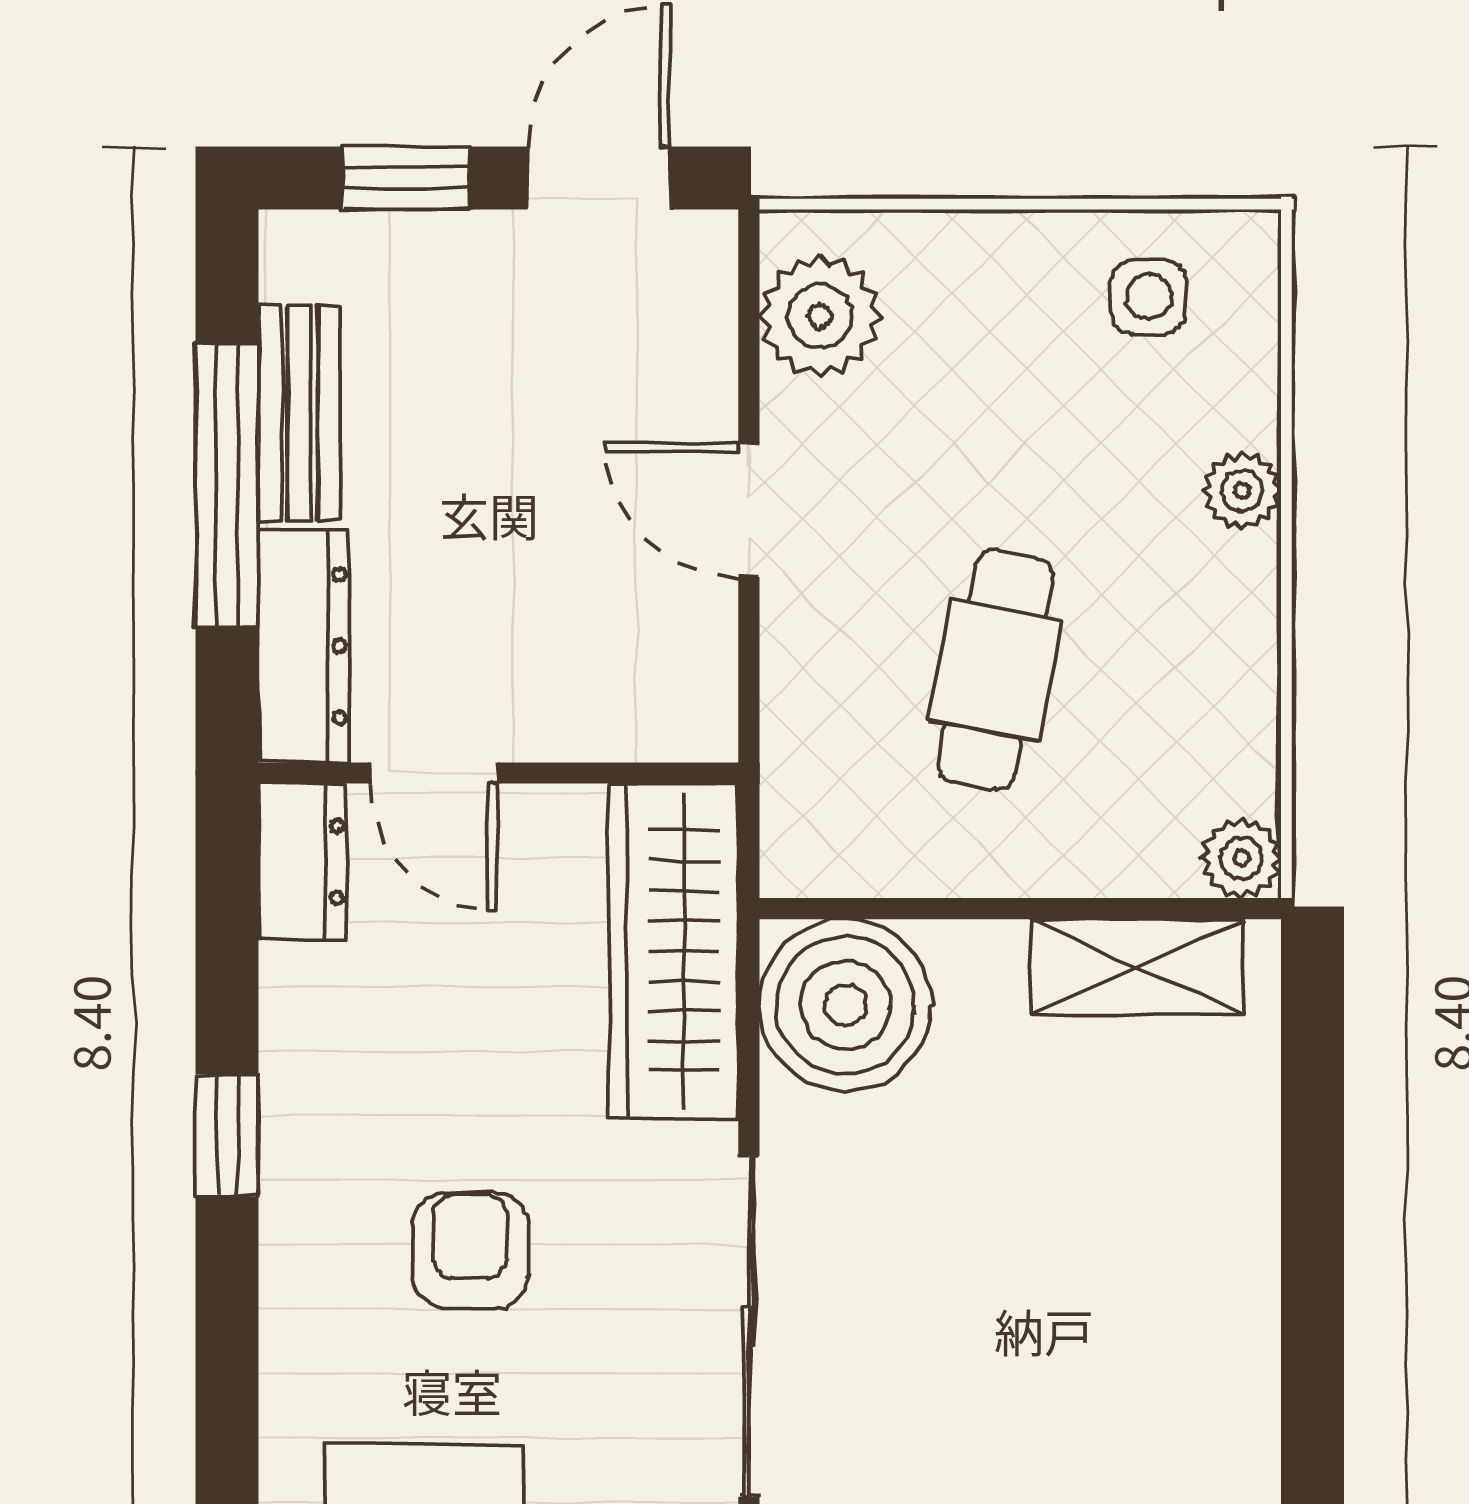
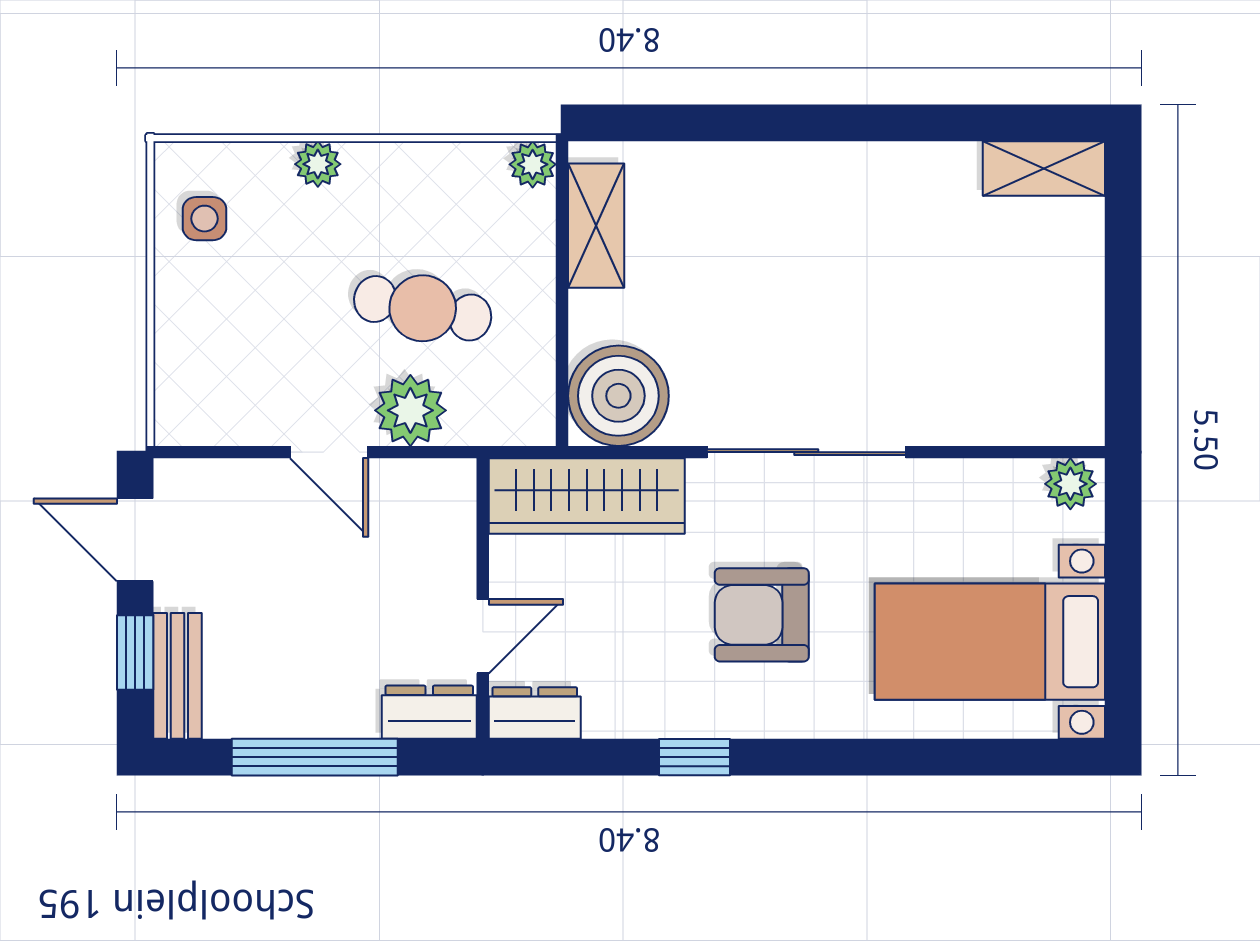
plant: (820, 316) -> (410, 410), moved
bench: (299, 413) -> (177, 676), moved, turned 90
door: (749, 510) -> (329, 452), hinge flipped
dresser: (304, 646) -> (429, 712), width x0.70
armchair: (470, 1250) -> (762, 615), width x1.38, depth x1.38

